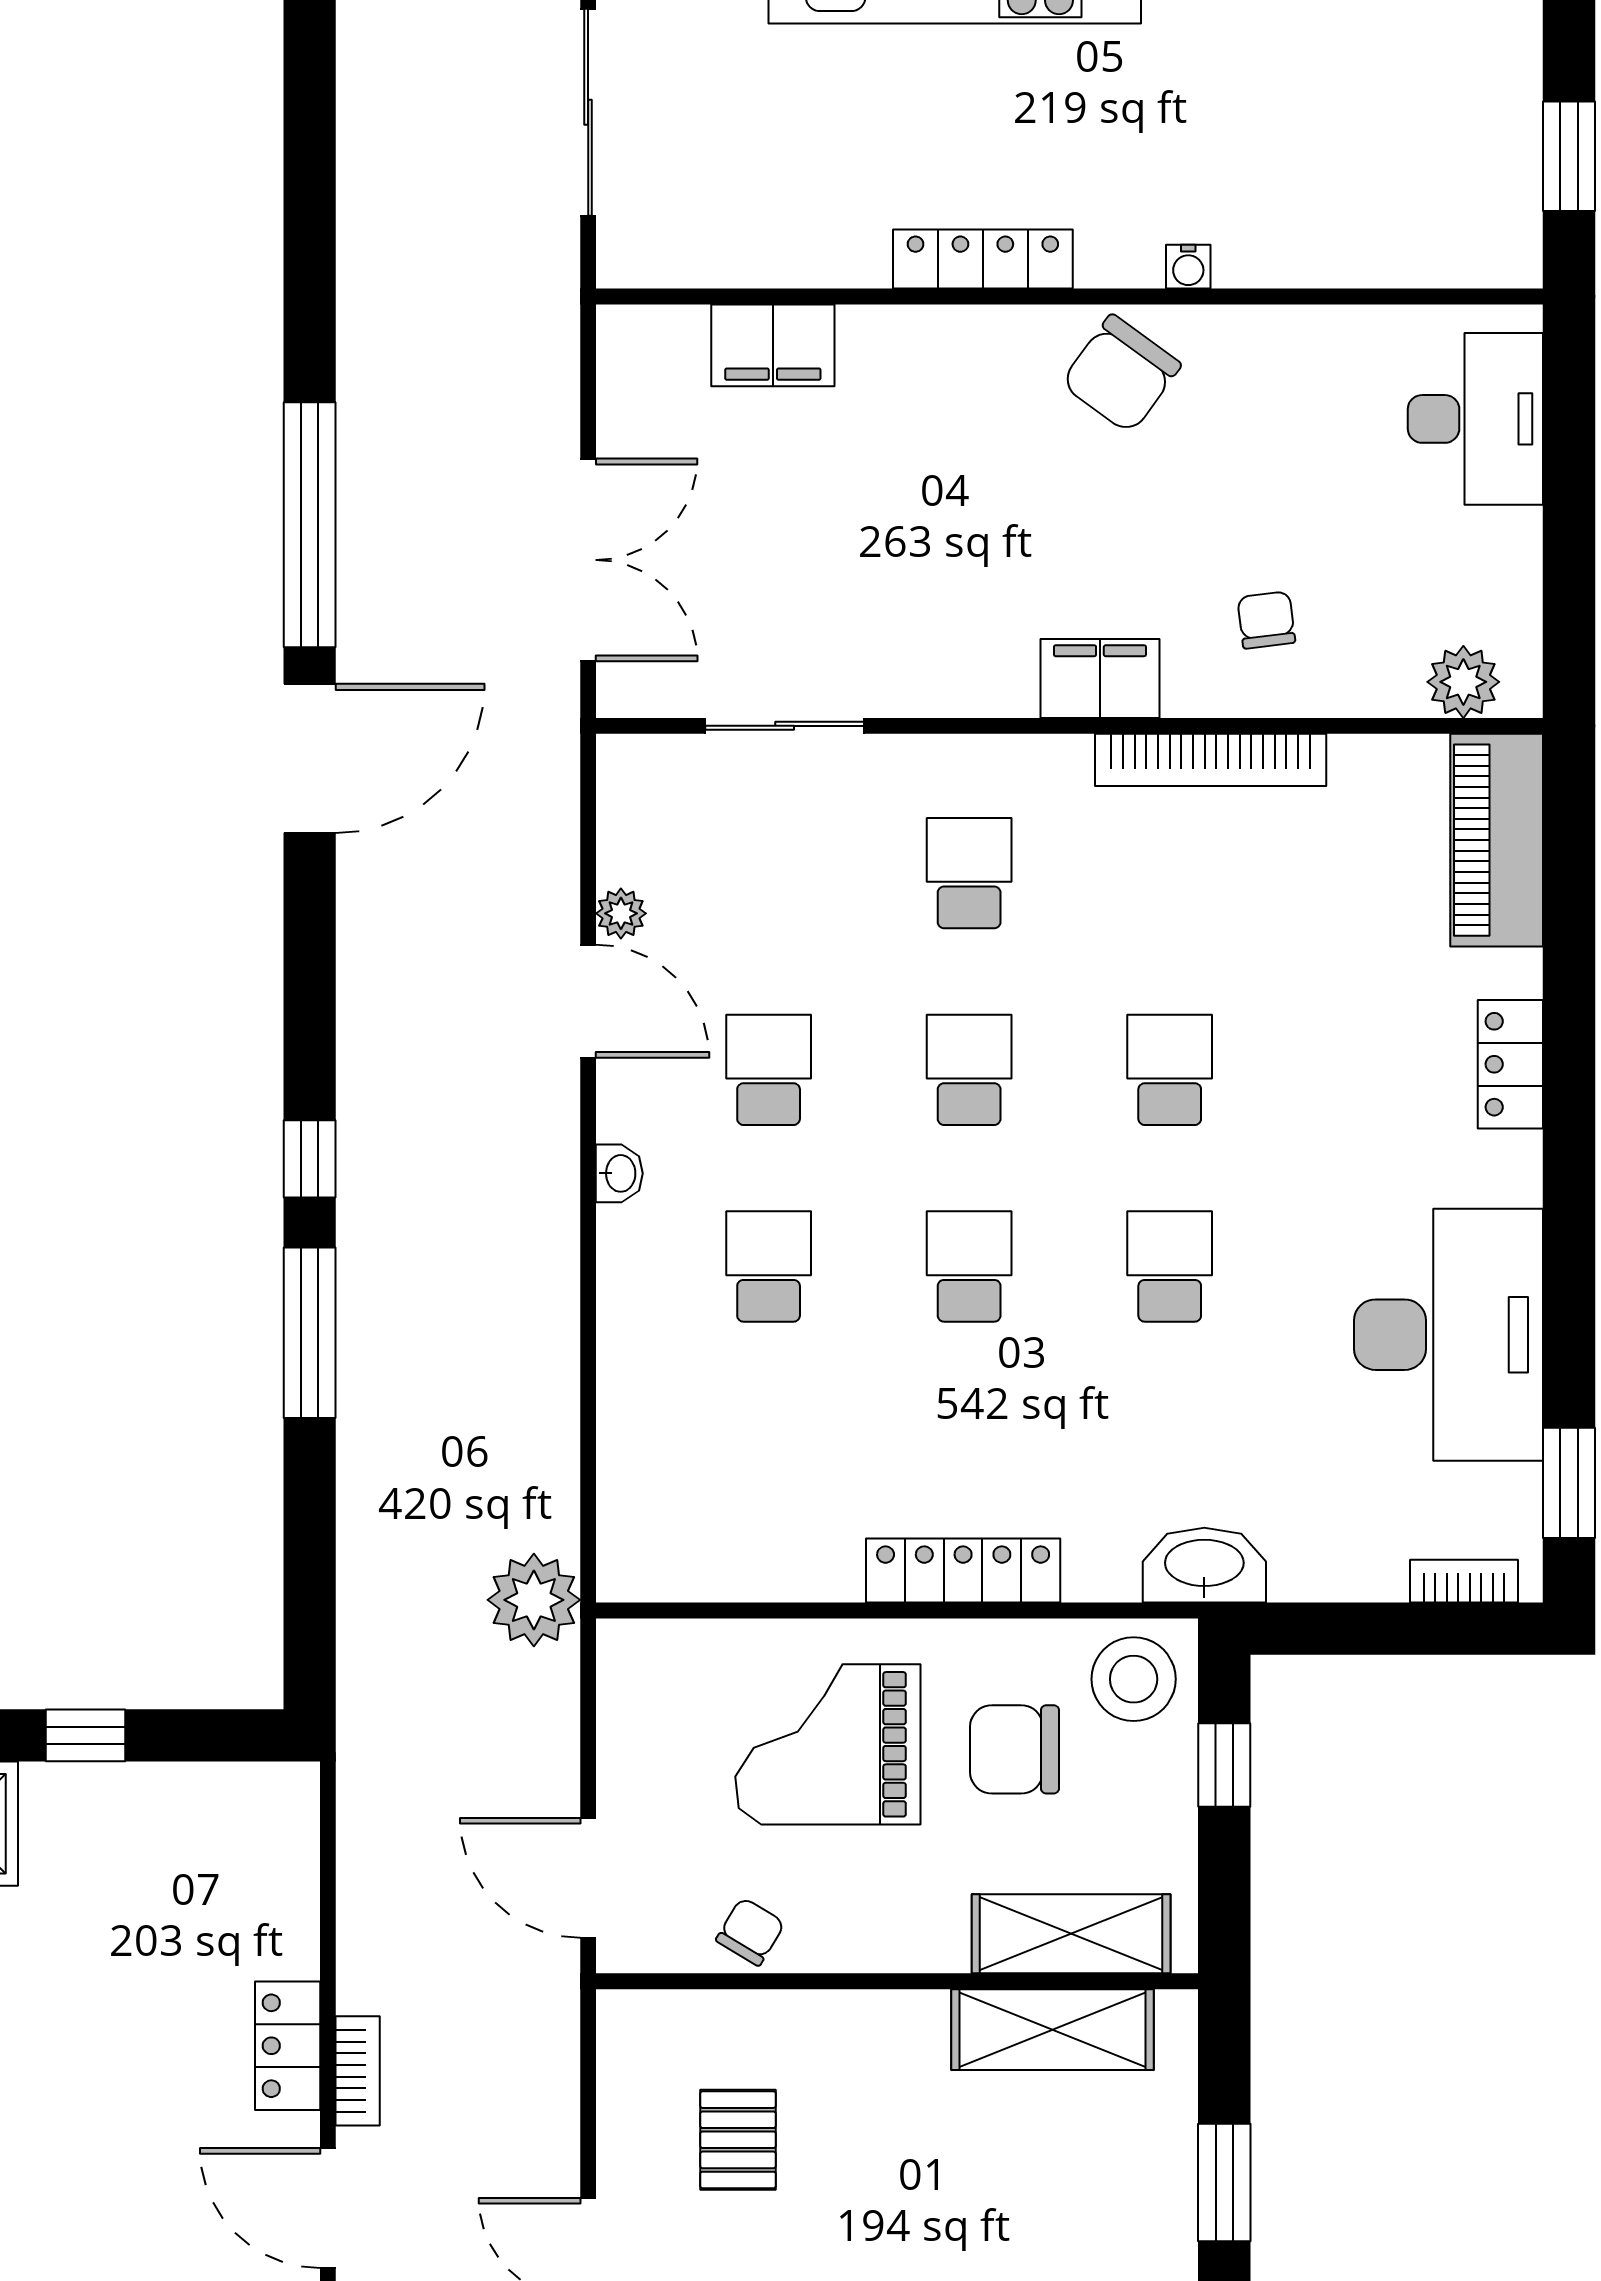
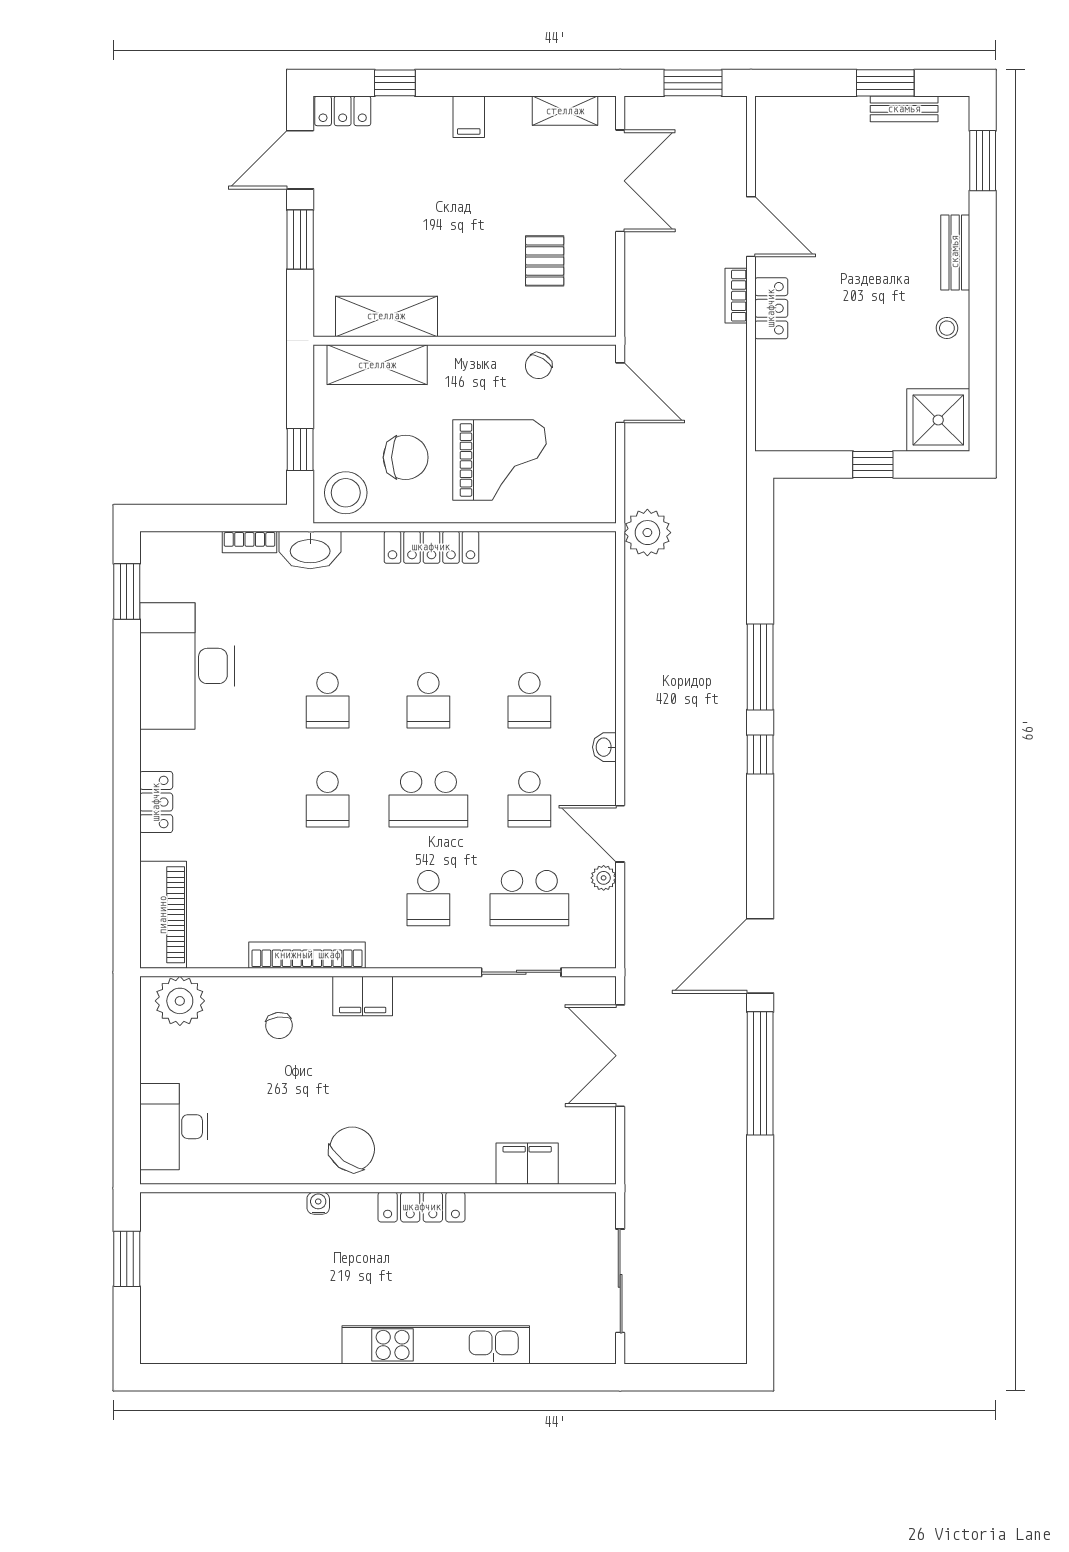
plant: (1463, 682) -> (180, 1001), width x1.36, depth x1.36
school desk: (769, 873) -> (529, 898), added
school desk: (969, 1070) -> (428, 799), width x1.85
bookcase: (1464, 1581) -> (250, 542), moved

